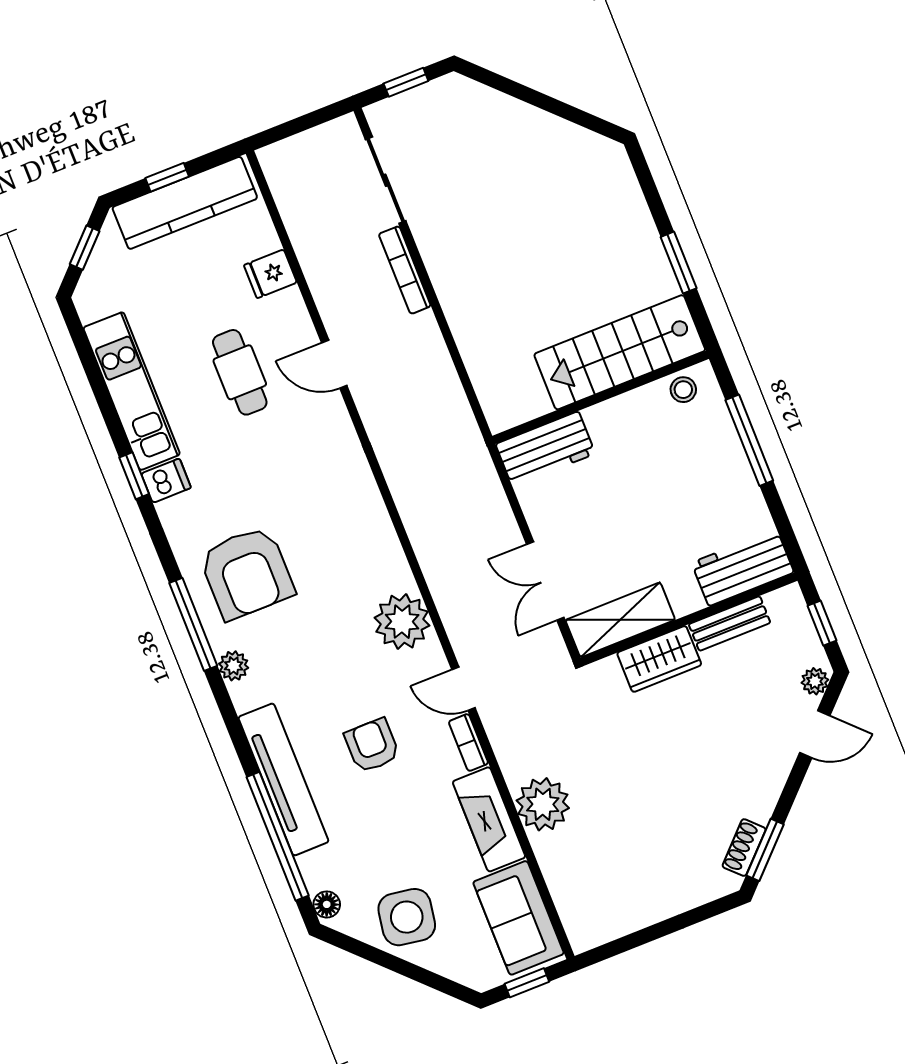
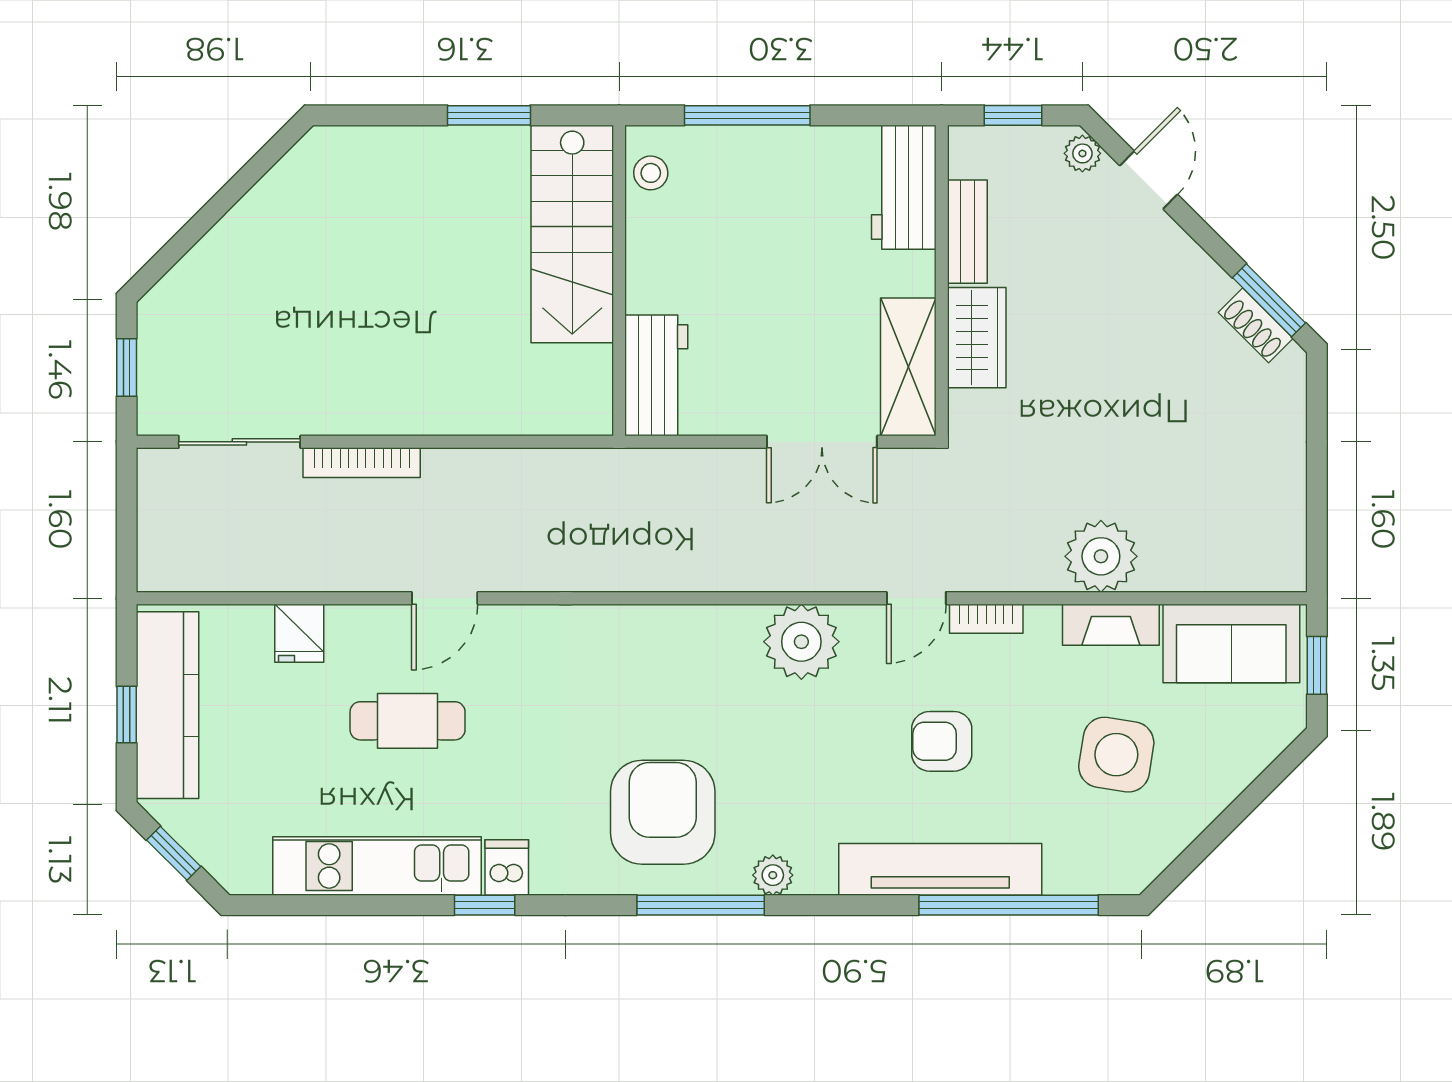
armchair: (247, 573) -> (663, 812), turned -90
fireplace: (489, 819) -> (1111, 625), width x0.73, depth x0.76
floor lamp: (327, 904) -> (1119, 878), removed
side table: (407, 917) -> (1116, 755), moved

